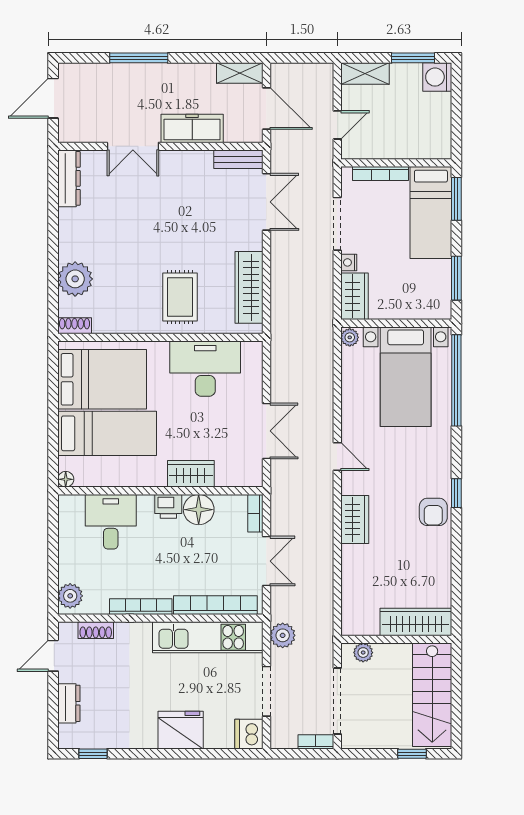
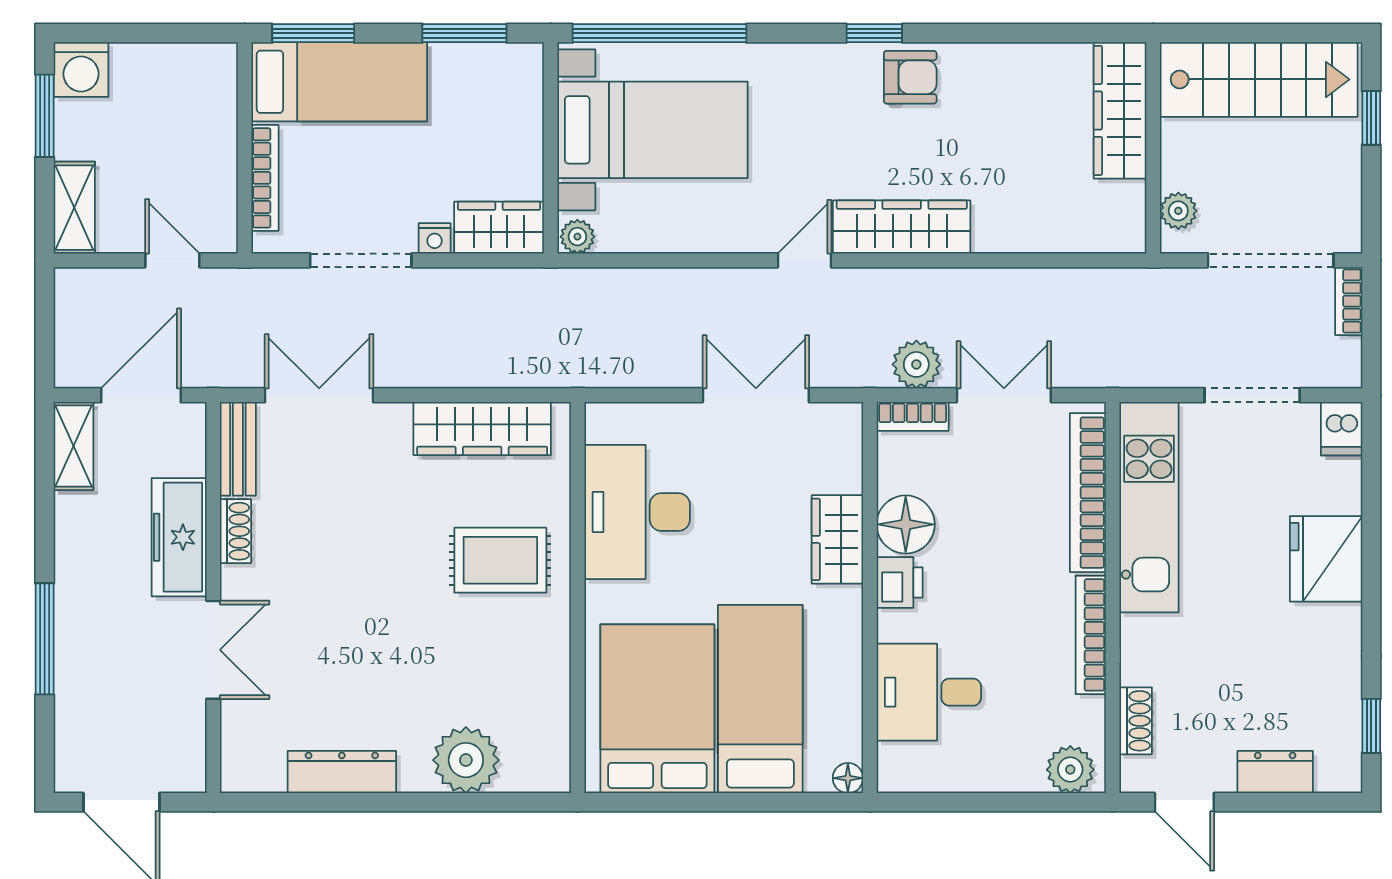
dresser: (69, 178) -> (342, 772), moved
shoe rack: (75, 326) -> (236, 531), moved, turned 180
wardrobe: (355, 519) -> (902, 227), width x1.50
plant: (283, 635) -> (916, 364), moved
dishwasher: (249, 734) -> (1342, 429), width x0.73

